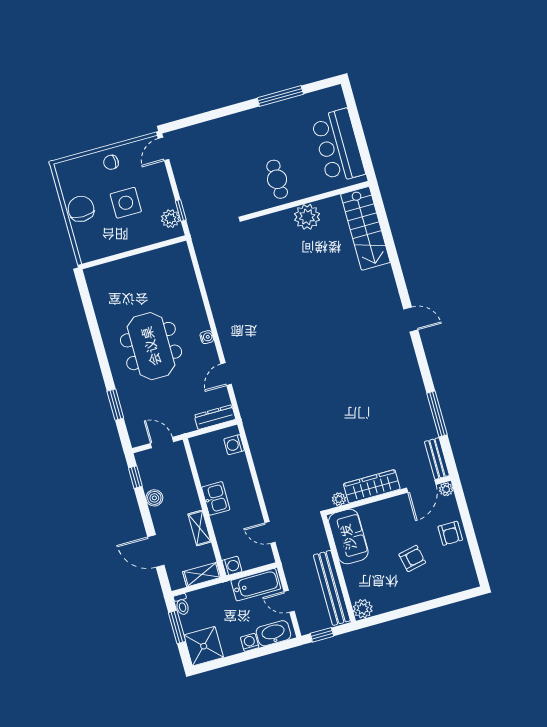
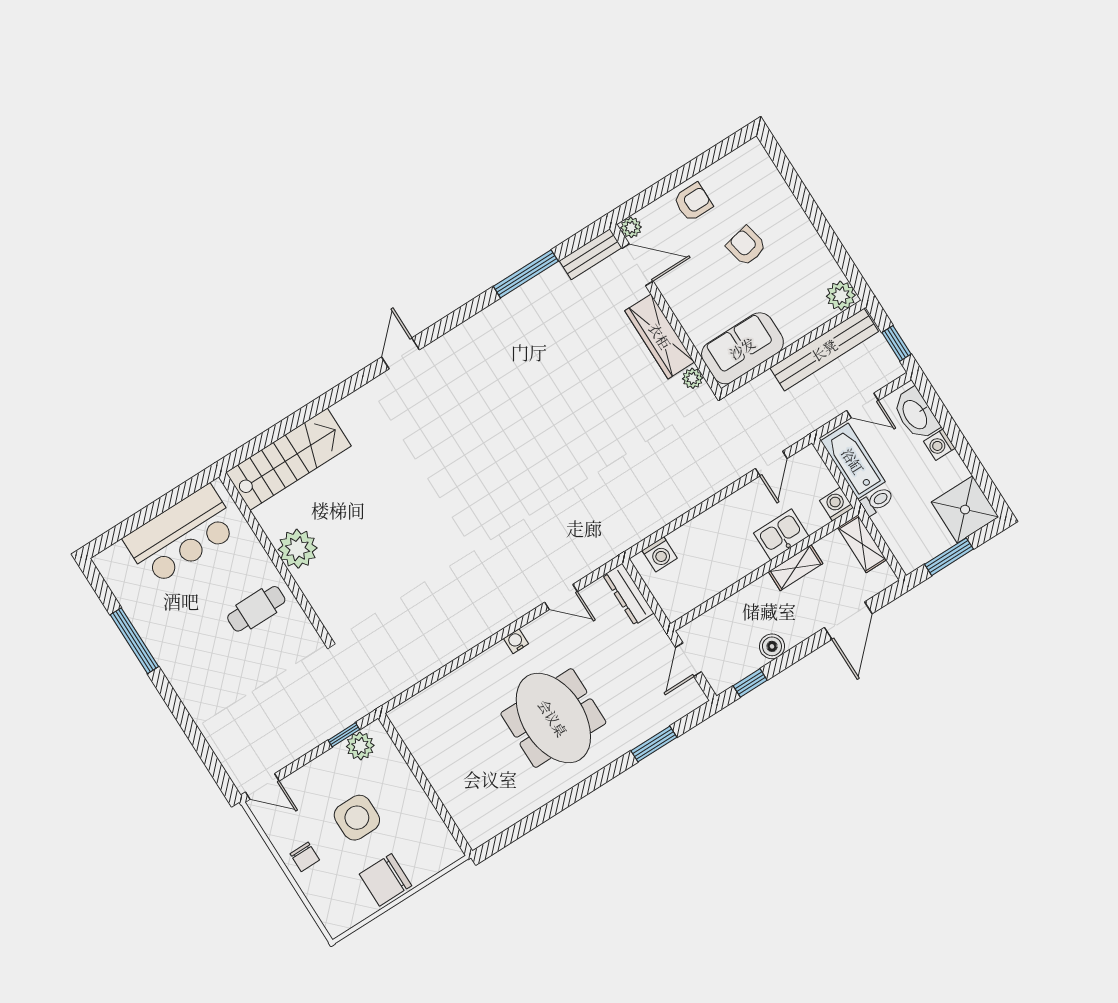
meeting table: (151, 346) -> (553, 718), turned 90
kitchen sink: (216, 498) -> (781, 535), moved
door: (289, 601) -> (863, 406), hinge flipped
toilet: (182, 604) -> (877, 501), moved

